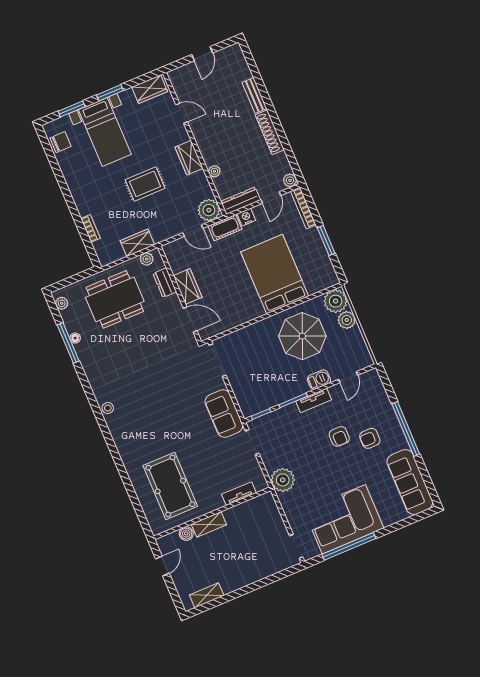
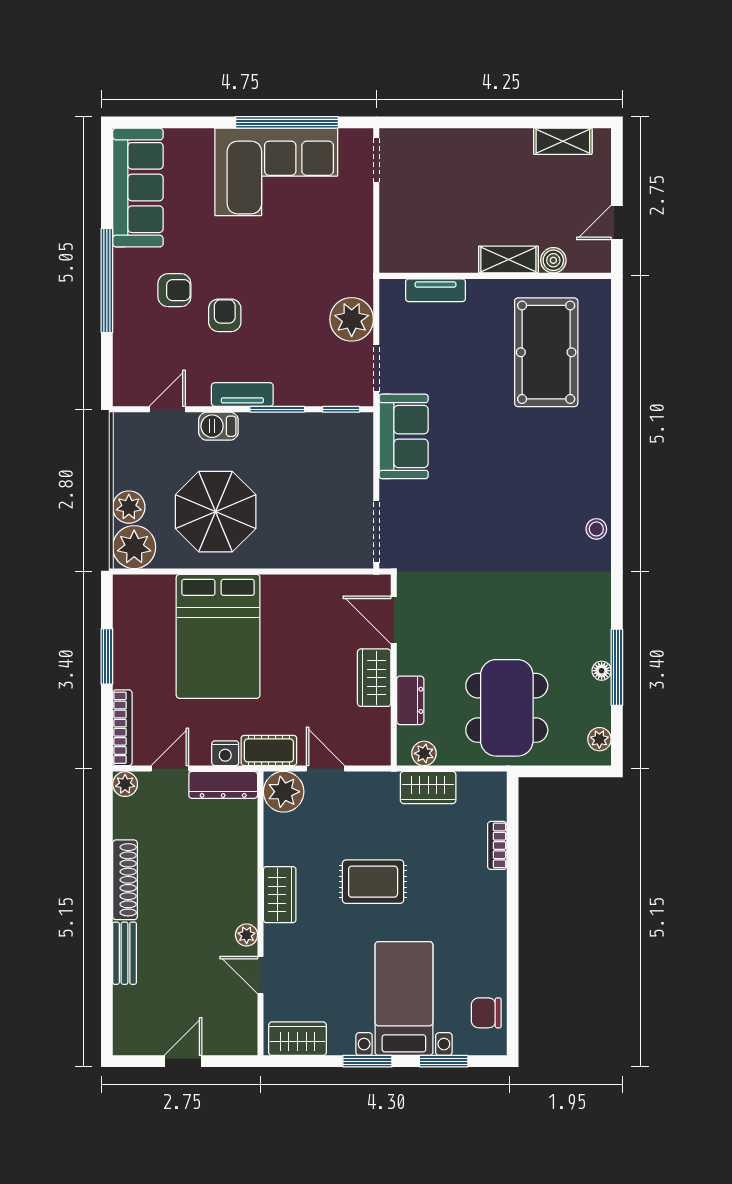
plant: (214, 171) -> (247, 935), moved
dining table: (115, 299) -> (507, 708), turned 90
plant: (283, 480) -> (352, 319), moved

